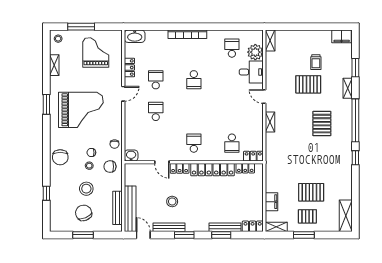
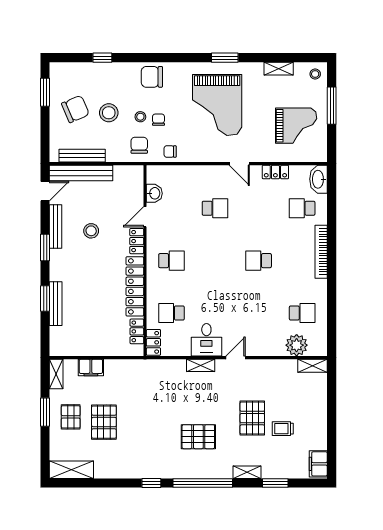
desk: (251, 72) -> (206, 340), moved
school desk: (156, 80) -> (302, 208), moved, turned 180
washbasin: (131, 156) -> (154, 193), moved
locker: (253, 226) -> (57, 341), removed
window: (83, 235) -> (45, 92), moved

